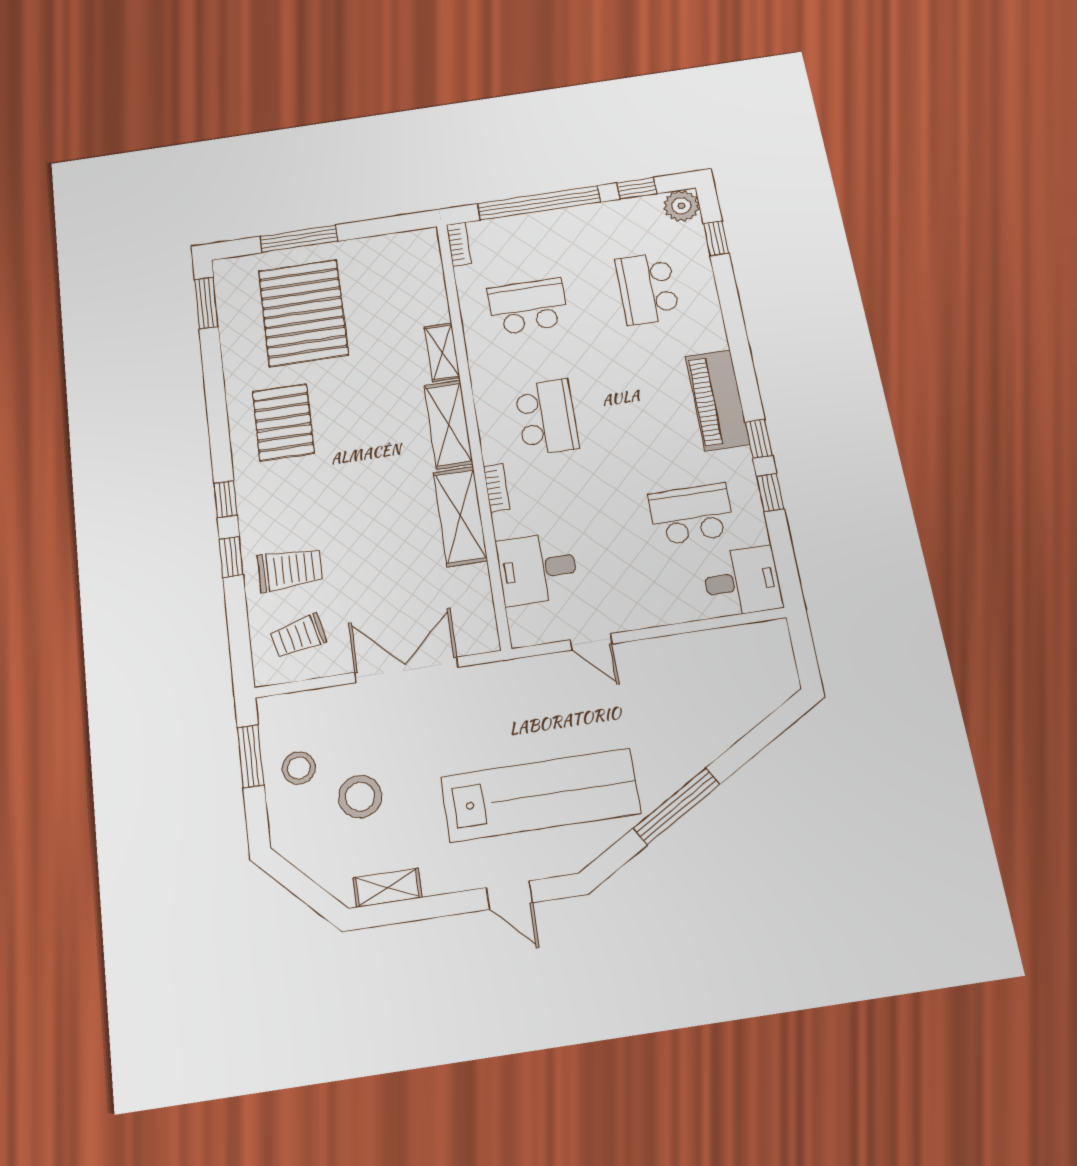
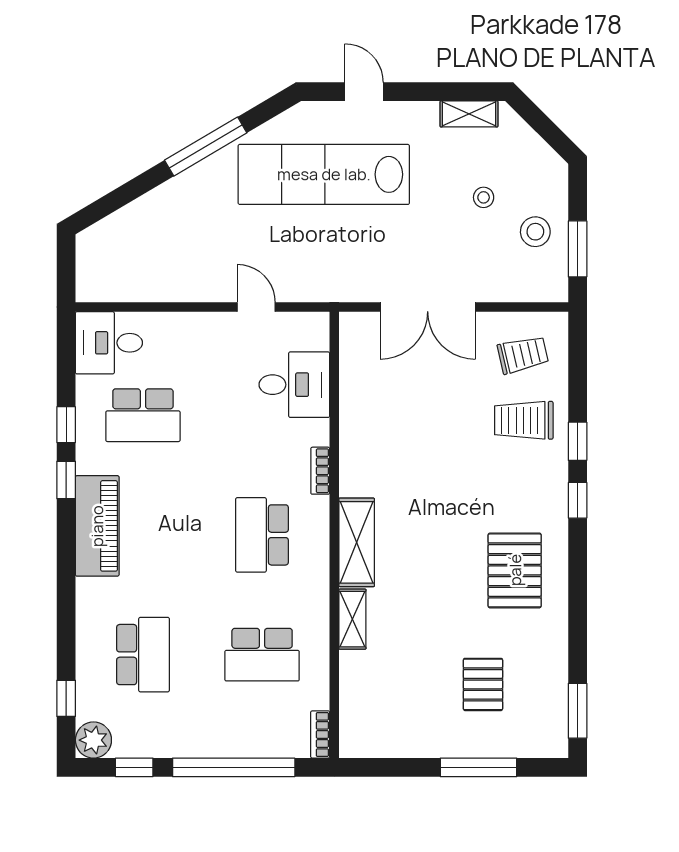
pallet: (303, 313) -> (483, 684), width x0.49, depth x0.50
shelving: (460, 516) -> (358, 447), removed
stool: (360, 797) -> (484, 197), width x0.53, depth x0.53

